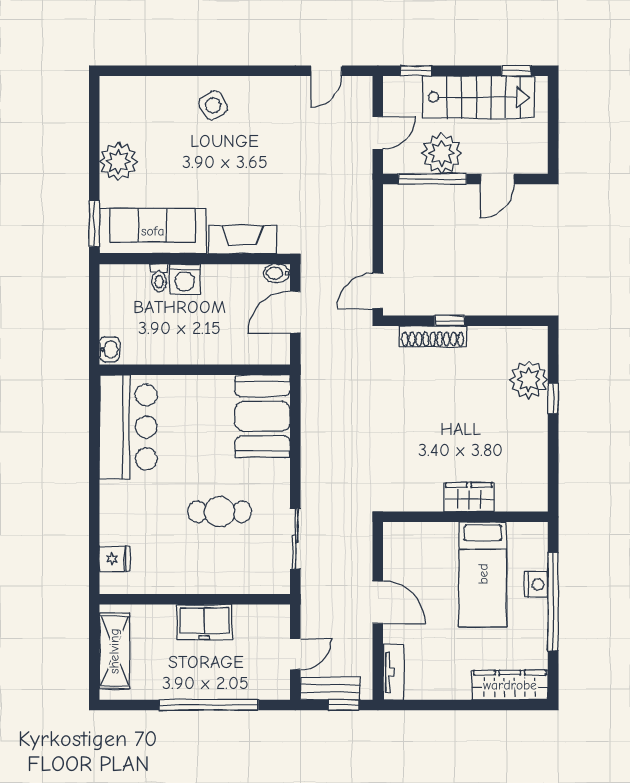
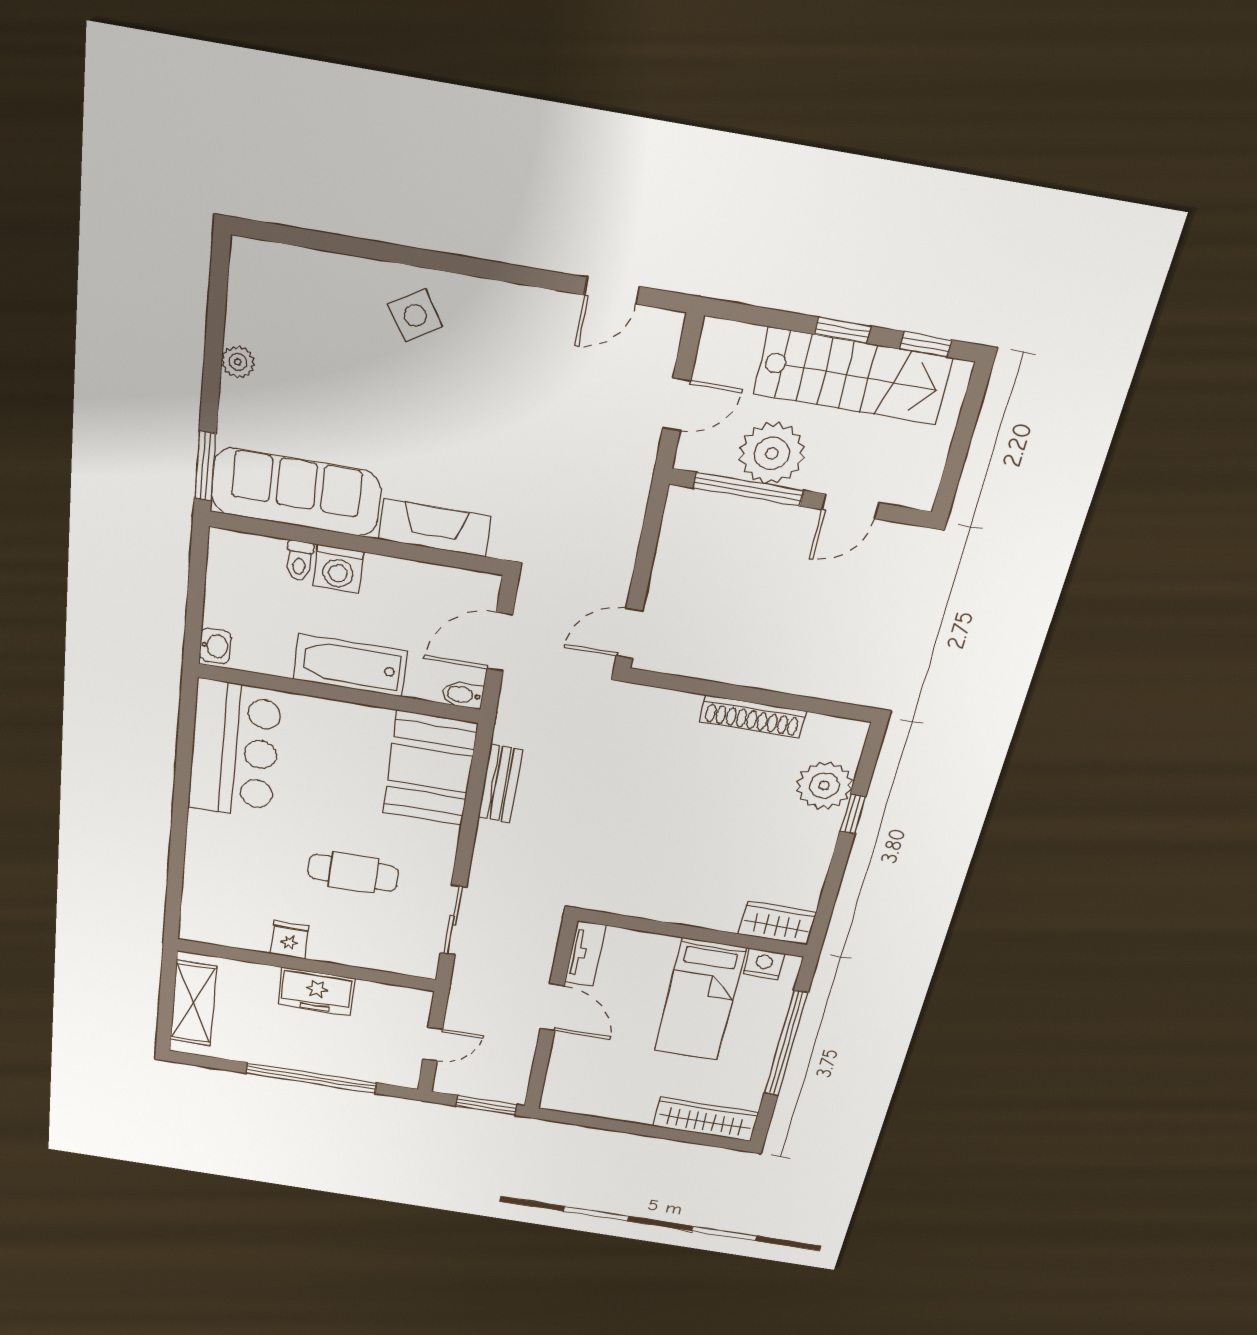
window: (416, 71) -> (842, 330), moved
plant: (118, 162) -> (238, 362), width x0.53, depth x0.53
bidet: (277, 273) -> (463, 695), moved
window: (450, 321) -> (728, 691), removed
shoe rack: (433, 336) -> (753, 717), moved
bathtub: (200, 347) -> (350, 665), added
wardrobe: (469, 497) -> (777, 923), moved
fridge: (114, 559) -> (289, 940), moved, turned -90
nightstand: (536, 584) -> (764, 964), moved, turned -90
tv unit: (394, 672) -> (585, 954), moved
bench: (330, 688) -> (500, 784), moved, turned 90
window: (344, 705) -> (486, 1105), width x1.50

